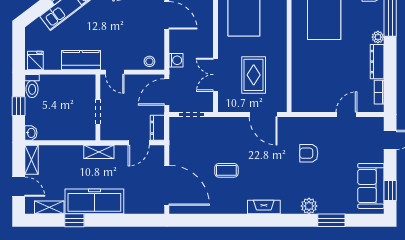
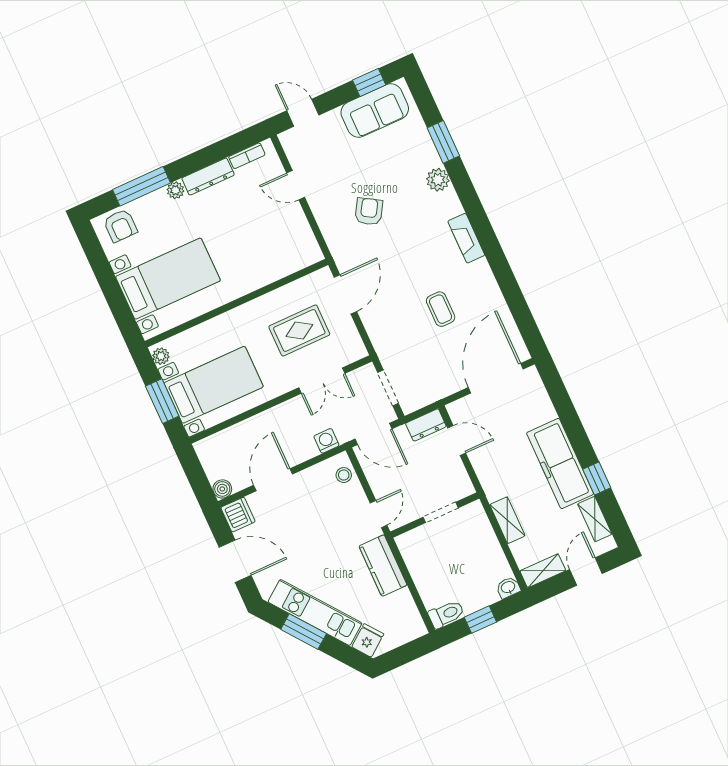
fridge: (35, 60) -> (368, 640), moved, turned 143
shelving: (99, 152) -> (507, 520), moved
armchair: (309, 153) -> (369, 211), turned -149

